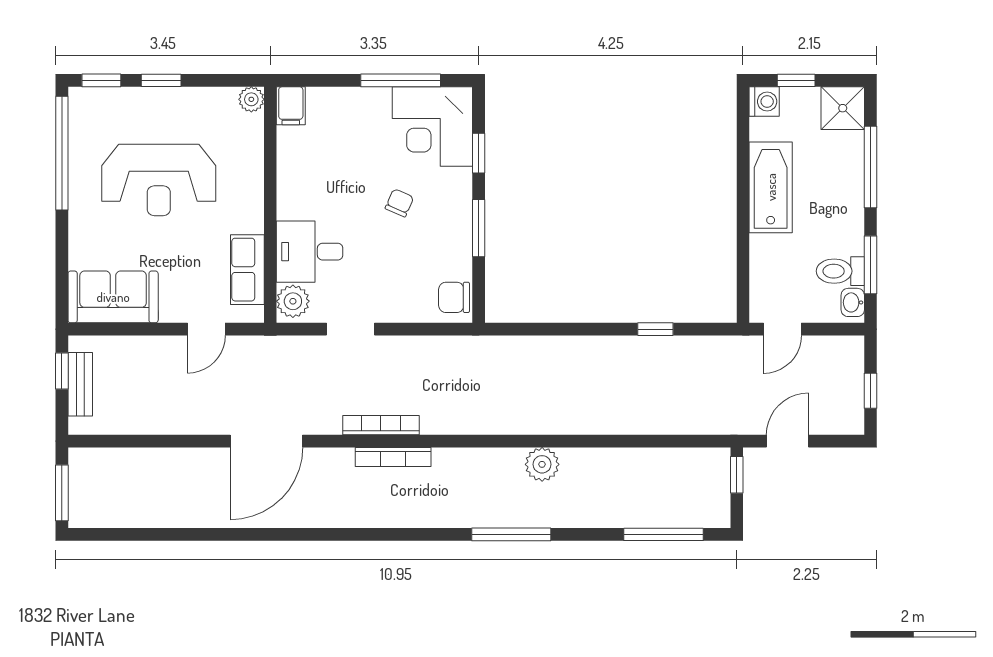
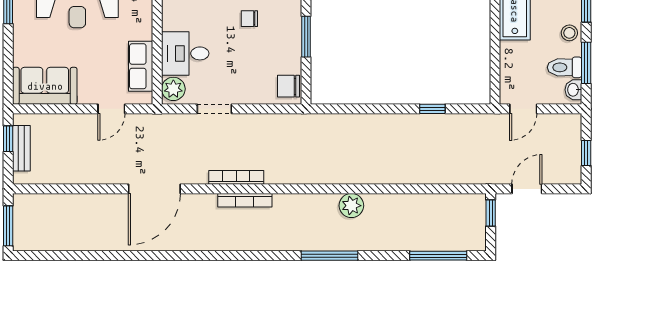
chair: (399, 203) -> (249, 19), turned -114
stool: (847, 223) -> (569, 33), added

